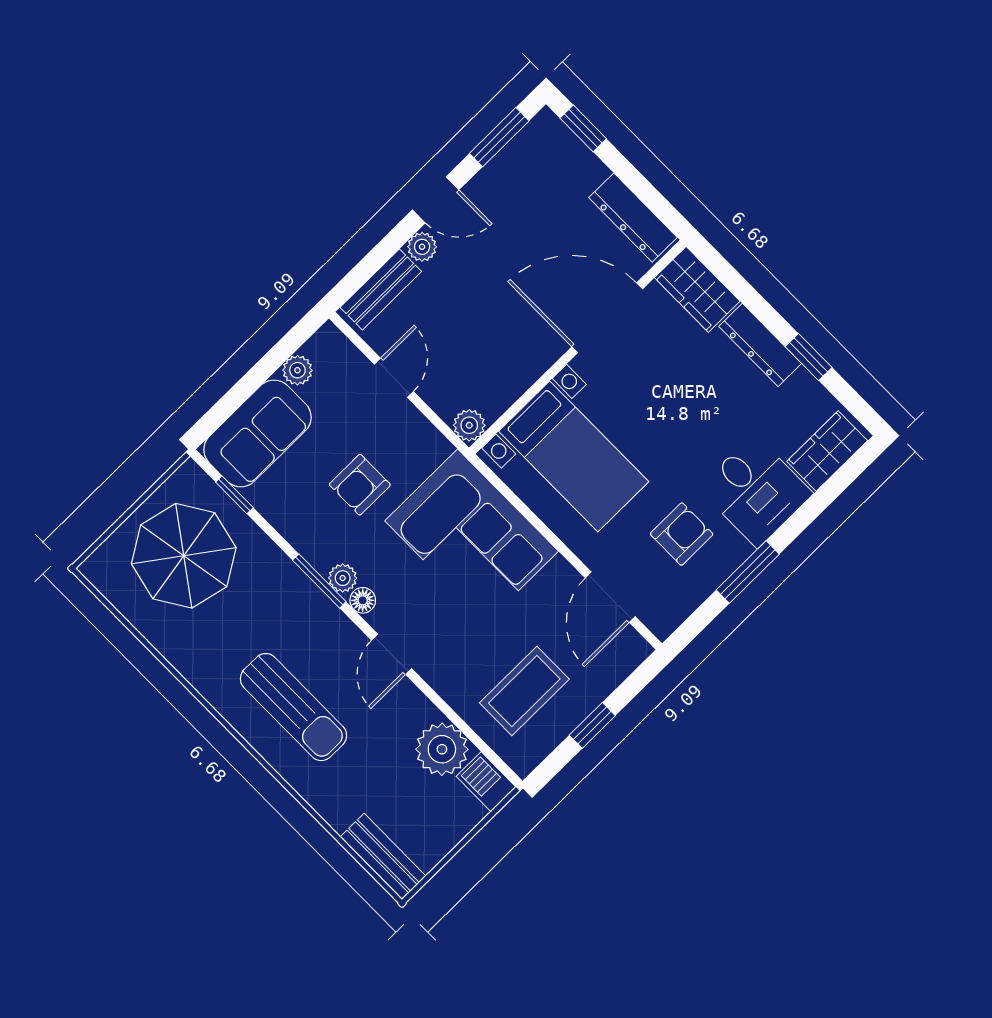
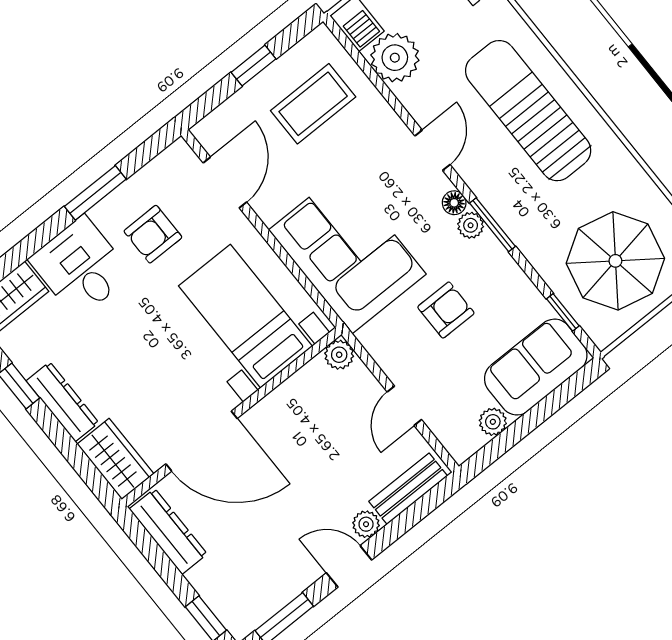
sun lounger: (294, 707) -> (528, 111), width x1.36, depth x1.34

